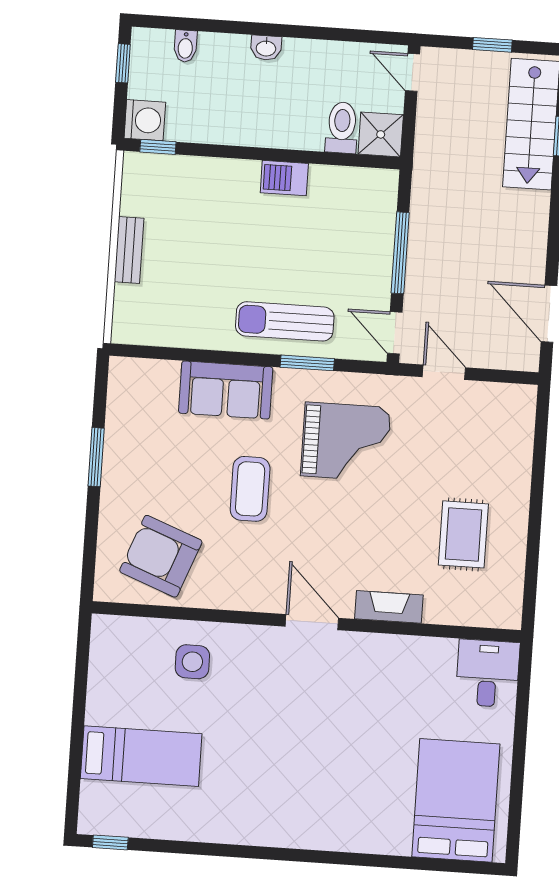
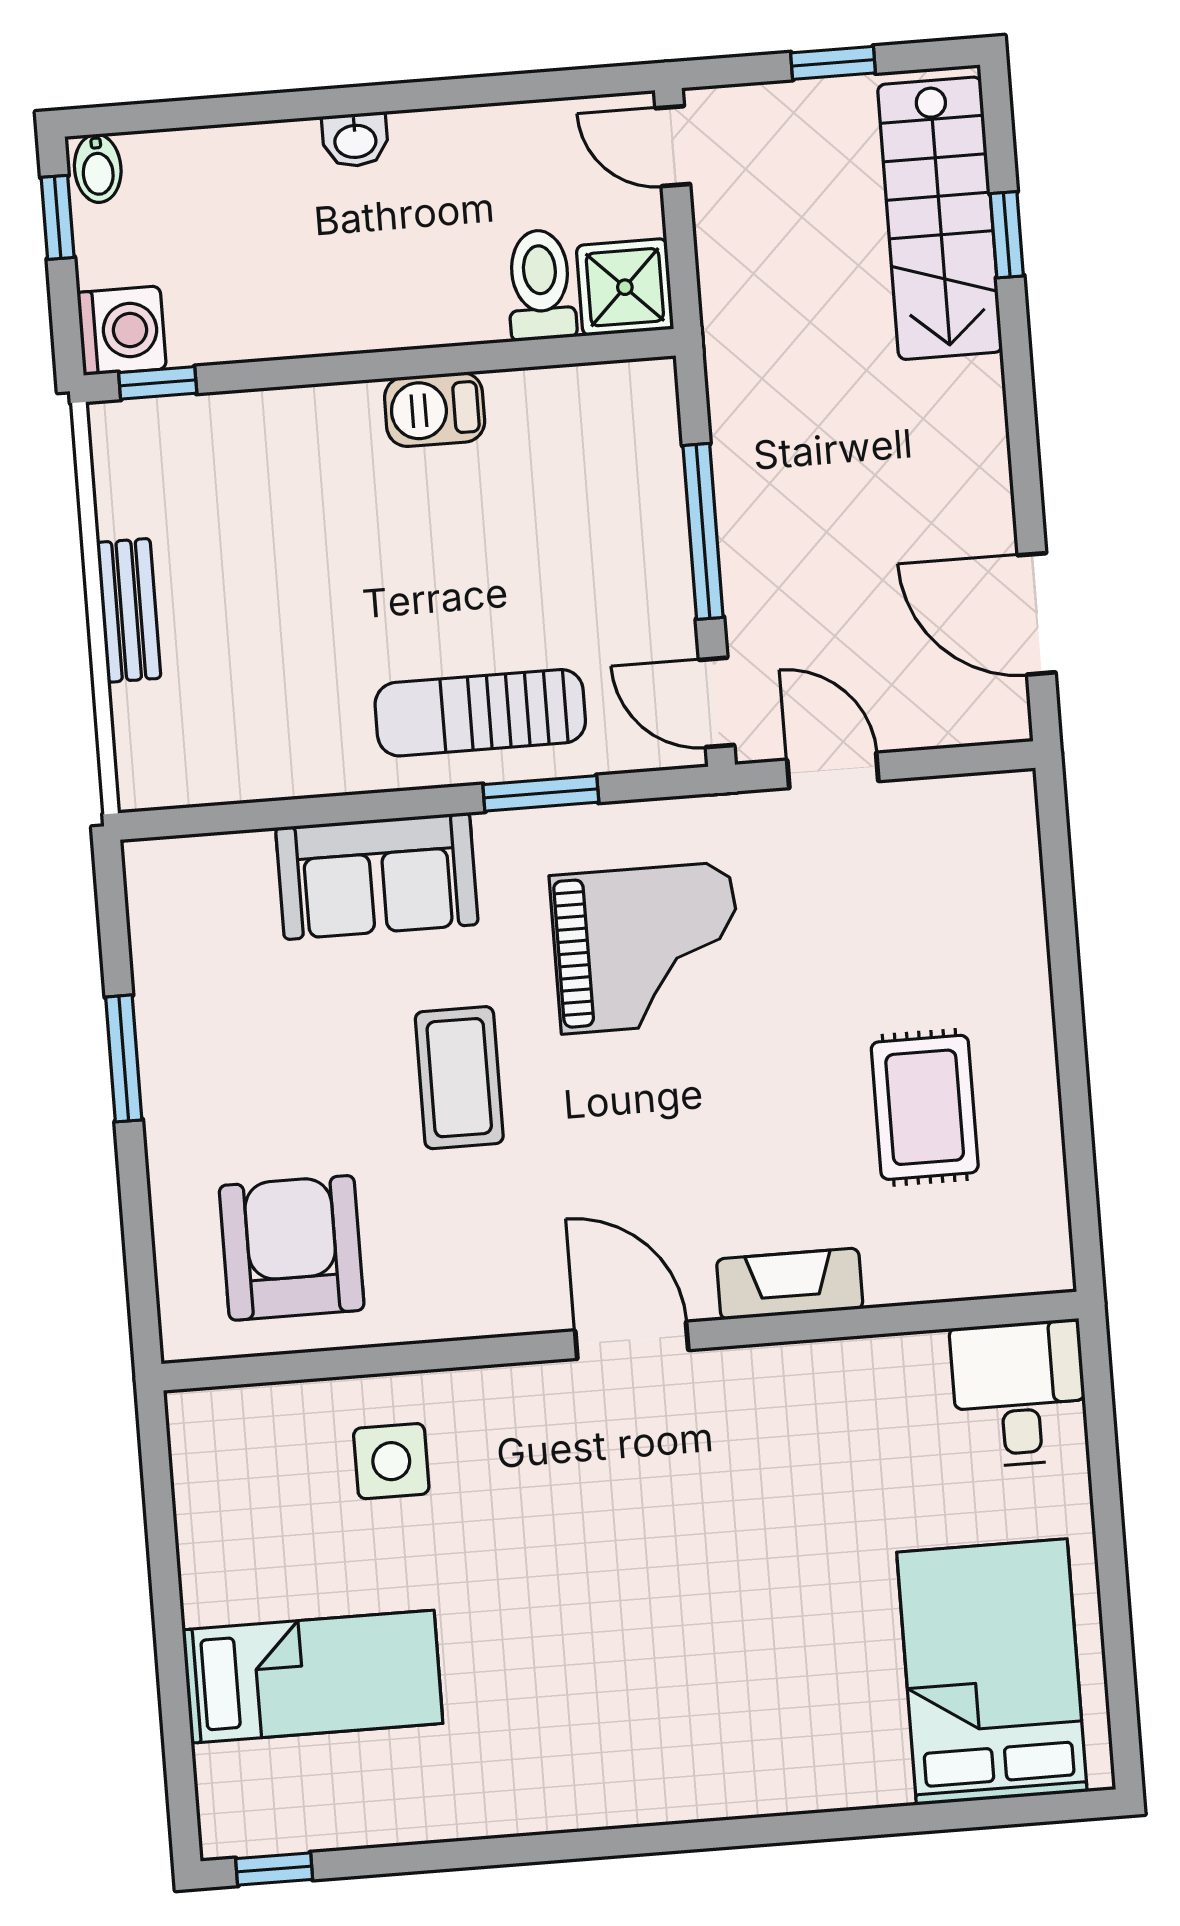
bidet: (185, 46) -> (98, 168), moved
armchair: (161, 556) -> (292, 1248), turned 69

